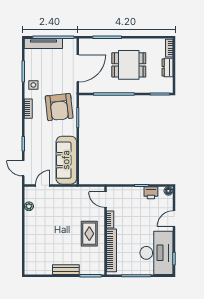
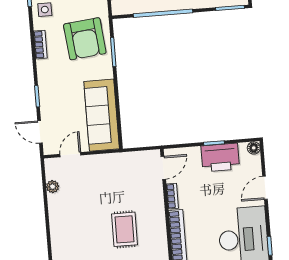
printer: (151, 193) -> (220, 158), width x1.87, depth x1.48
door: (106, 200) -> (163, 168), swing flipped
rug: (89, 234) -> (124, 229), moved

